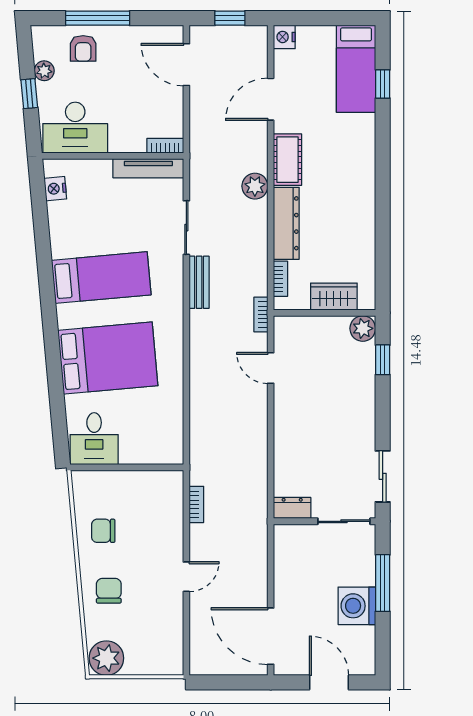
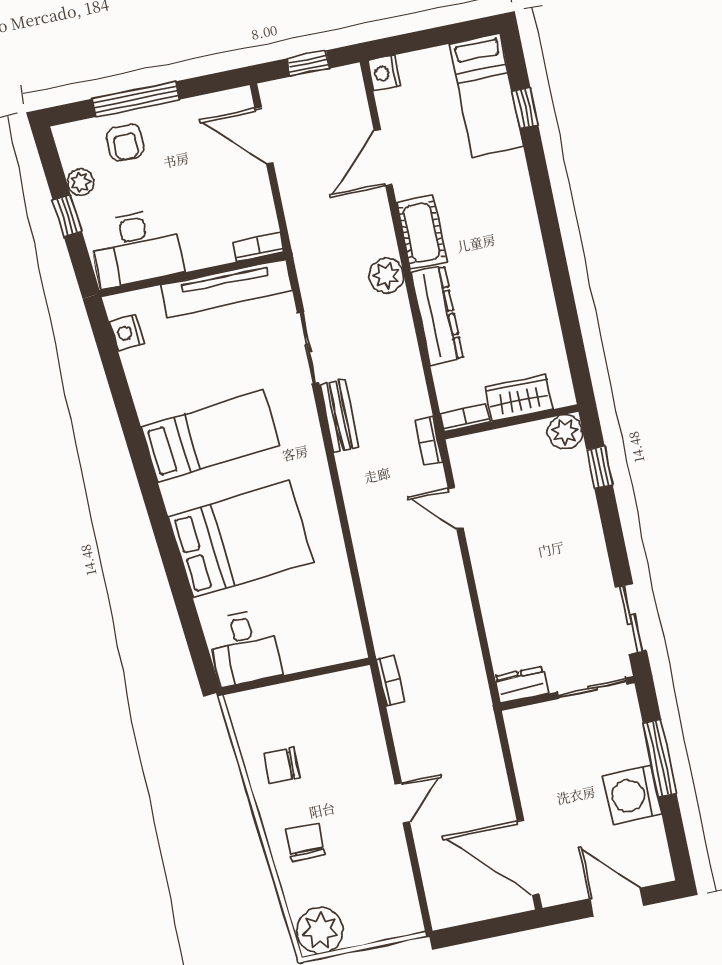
tv unit: (148, 168) -> (227, 288), width x1.36, depth x1.29
bookcase: (281, 279) -> (465, 418), moved, turned -90
bookcase: (196, 504) -> (391, 680), moved

